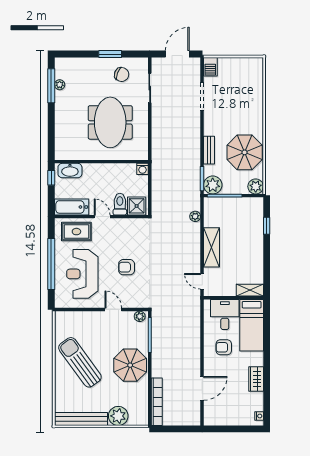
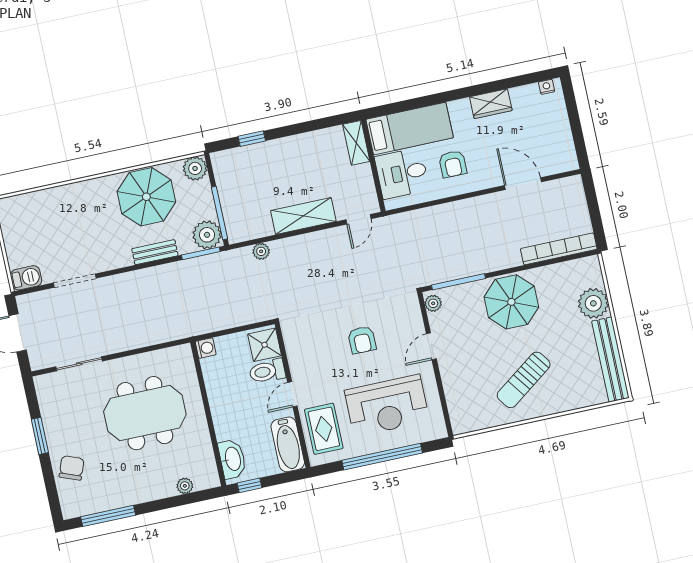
chair: (122, 74) -> (72, 468), moved
plant: (60, 85) -> (185, 486), moved
sun lounger: (80, 362) -> (524, 380), width x0.73, depth x0.75

